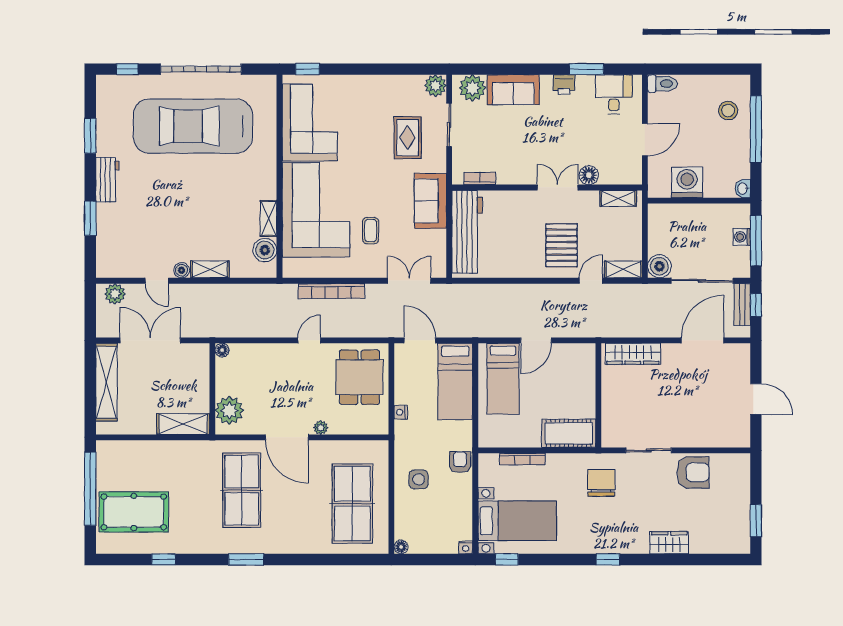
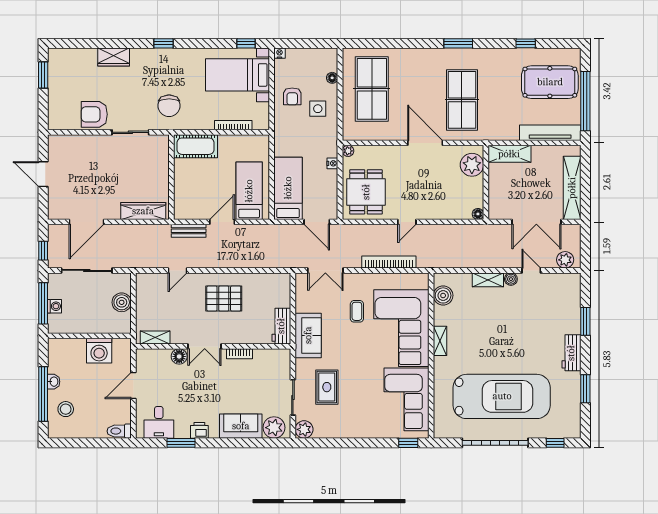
bookcase: (480, 178) -> (239, 354), moved
washbasin: (743, 189) -> (54, 382), moved
shelving: (269, 219) -> (440, 341), moved
workbench: (467, 232) -> (281, 326), width x0.53, depth x0.76
pallet: (562, 245) -> (224, 299), moved, turned 90
boiler: (659, 266) -> (122, 302), moved
shelving: (623, 269) -> (151, 280), removed
bench: (742, 305) -> (189, 231), moved, turned 90
plant: (321, 428) -> (348, 151), moved
tv unit: (133, 450) -> (550, 133), added
armchair: (460, 462) -> (292, 96), moved
floor lamp: (401, 547) -> (332, 78), moved

